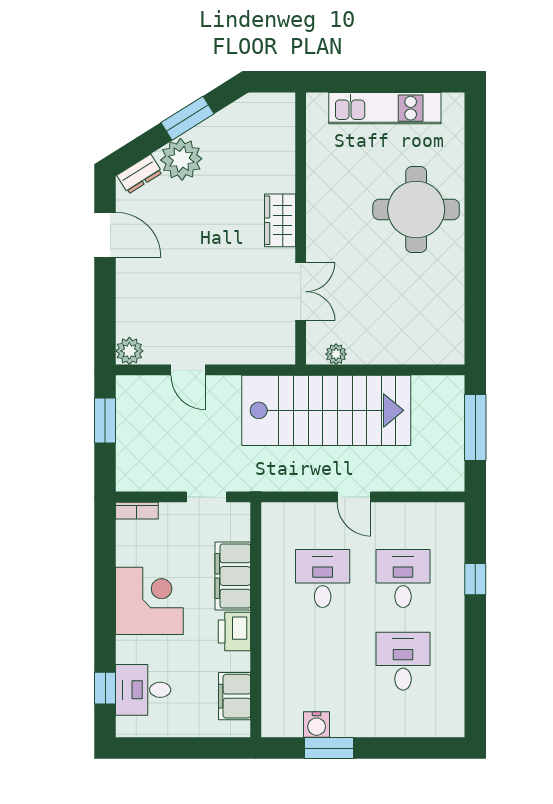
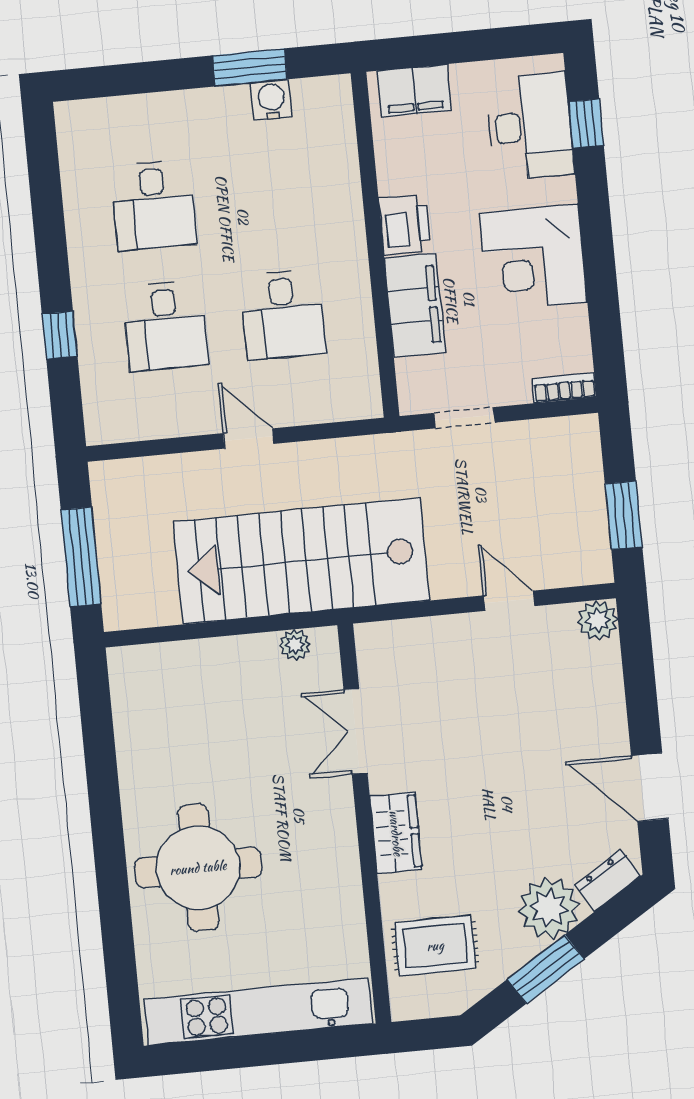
kitchen unit: (385, 108) -> (258, 1012), width x1.36
rug: (261, 141) -> (435, 946), added
desk: (143, 690) -> (530, 126), width x1.37
filing cabinet: (235, 696) -> (414, 91), moved, turned 90

